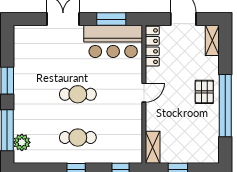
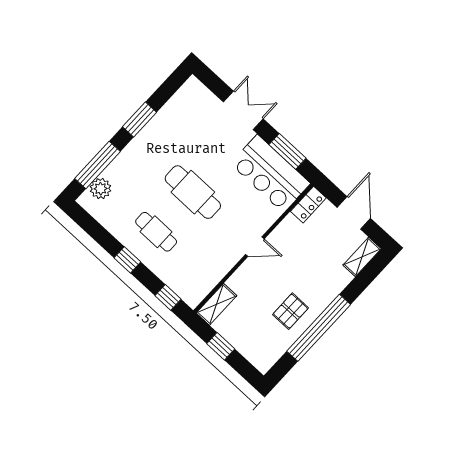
locker: (152, 46) -> (308, 205), width x0.66
pallet: (204, 92) -> (290, 311), moved
cafe table: (78, 94) -> (193, 192), width x1.37, depth x1.35

